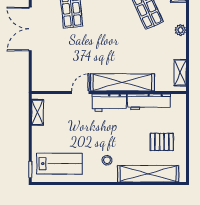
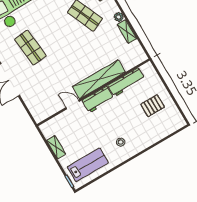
shelving: (180, 73) -> (127, 32), moved
door: (80, 92) -> (73, 104), hinge flipped
shelving: (37, 112) -> (56, 147), moved
shelving: (148, 174) -> (156, 134), removed

